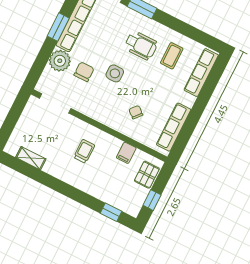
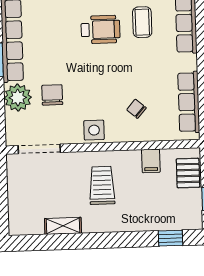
side table: (115, 73) -> (94, 130), moved
trolley: (84, 151) -> (102, 185), width x1.36, depth x1.39
shelving: (31, 158) -> (63, 226), moved

